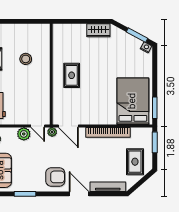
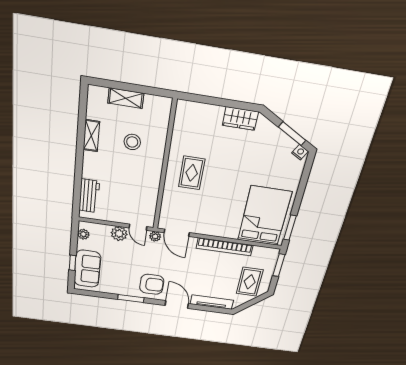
shelving: (18, 29) -> (126, 98), added
window: (25, 194) -> (131, 299), moved

